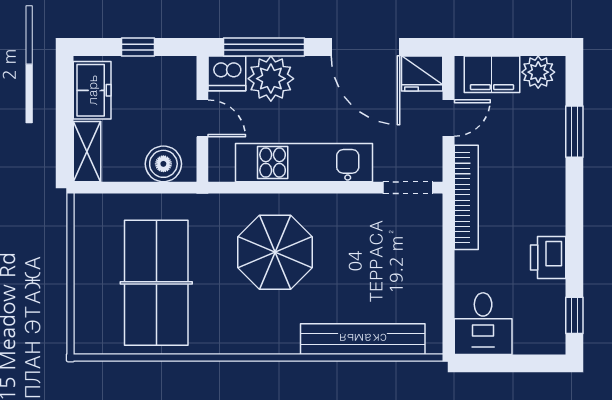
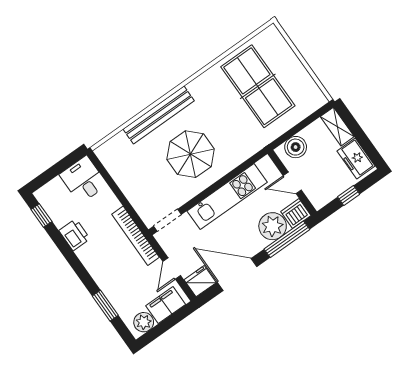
parasol: (275, 252) -> (191, 154), moved
bench: (363, 339) -> (159, 115), moved

